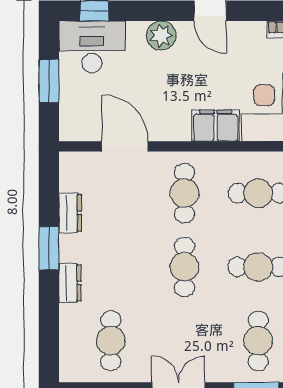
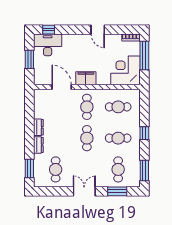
plant: (161, 35) -> (77, 40), removed
filing cabinet: (216, 126) -> (86, 78), moved
dresser: (70, 213) -> (38, 127), moved
window: (49, 248) -> (29, 168), moved

